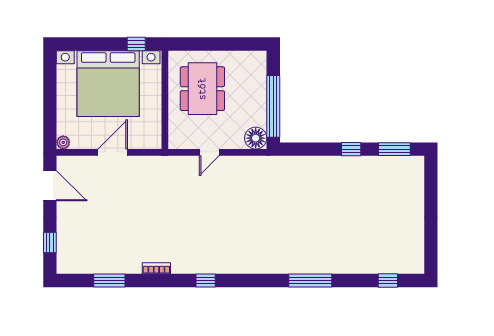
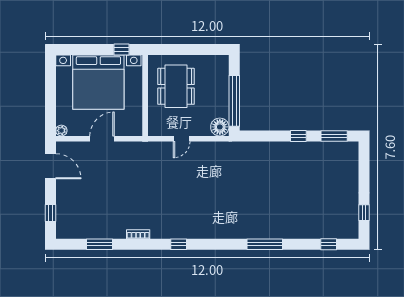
window: (431, 242) -> (364, 213), added

